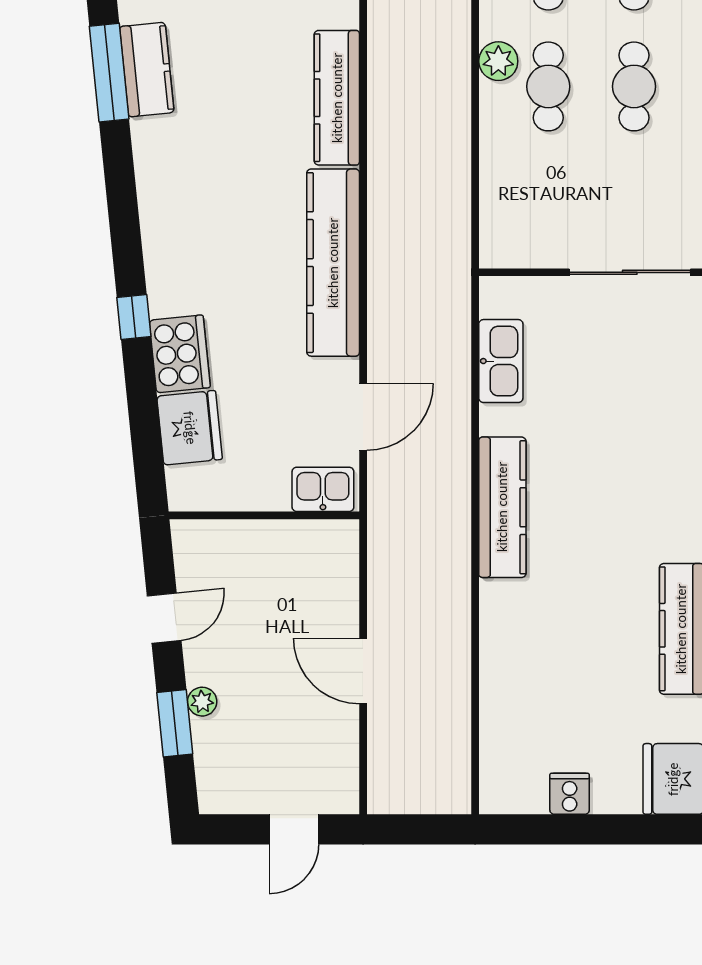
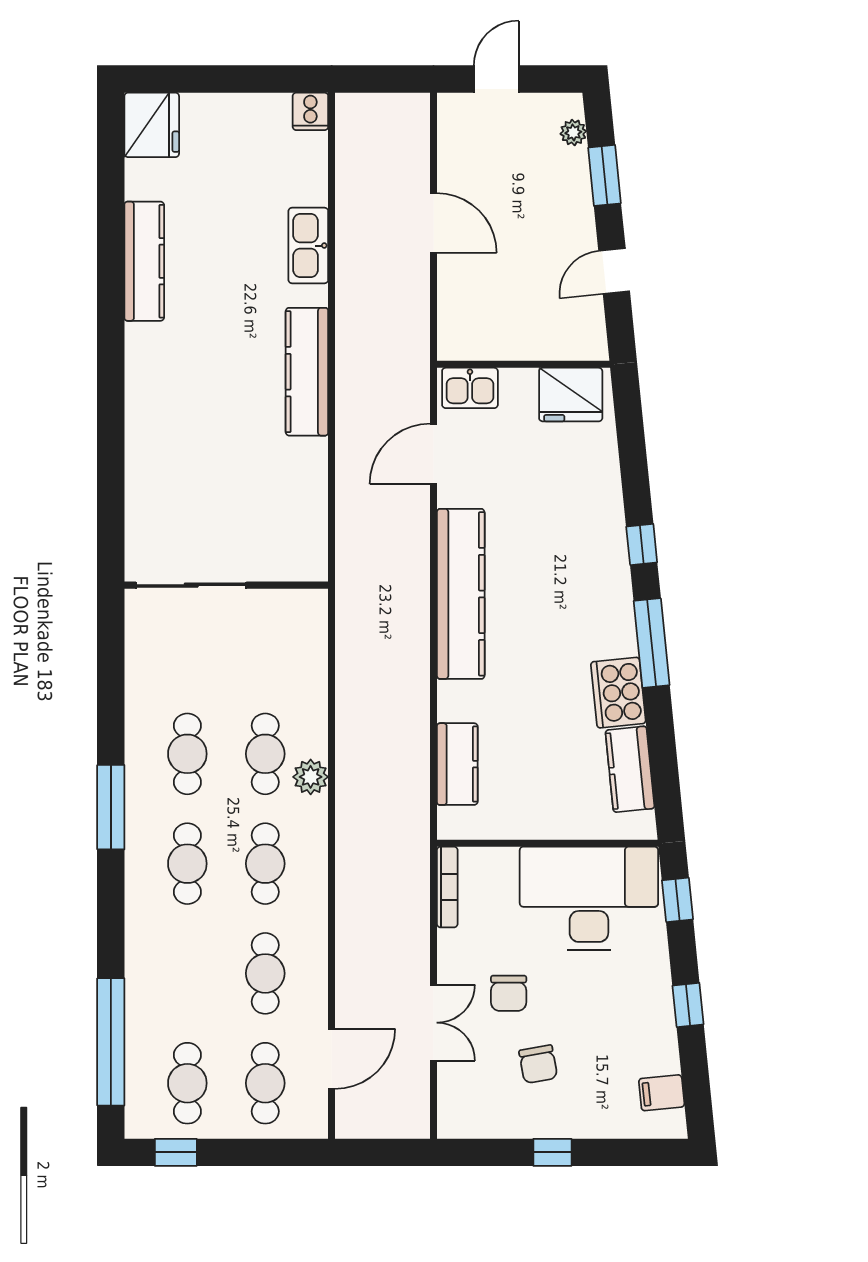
window: (109, 73) -> (652, 643), moved
kitchen counter: (337, 98) -> (457, 764), width x0.67
cooker: (180, 354) -> (618, 693), moved
kitchen sink: (501, 361) -> (308, 246), moved
fridge: (190, 428) -> (571, 395), moved, turned -84
plant: (202, 702) -> (573, 132), moved
cooker: (570, 794) -> (310, 111), moved

